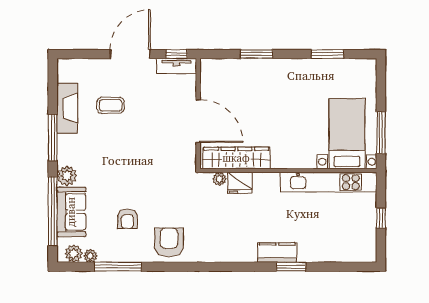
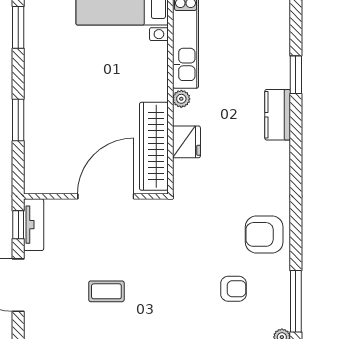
coffee table: (111, 105) -> (106, 291), moved, turned 90
plant: (219, 179) -> (181, 99), moved
kitchen counter: (277, 253) -> (278, 115), moved

